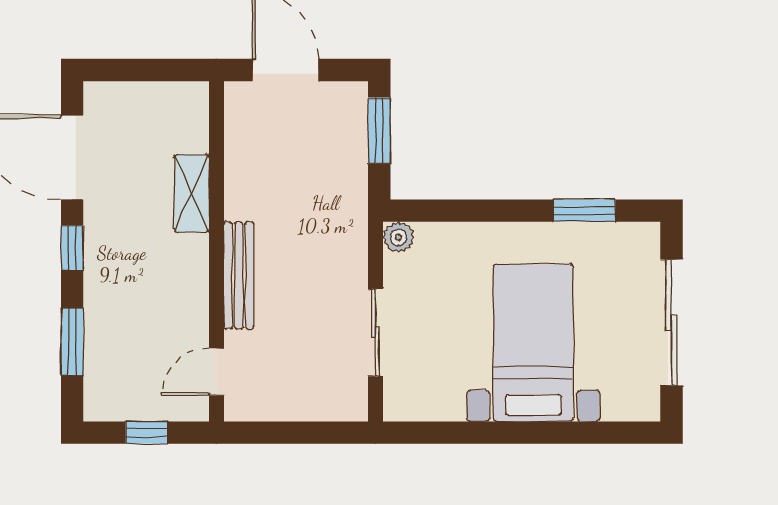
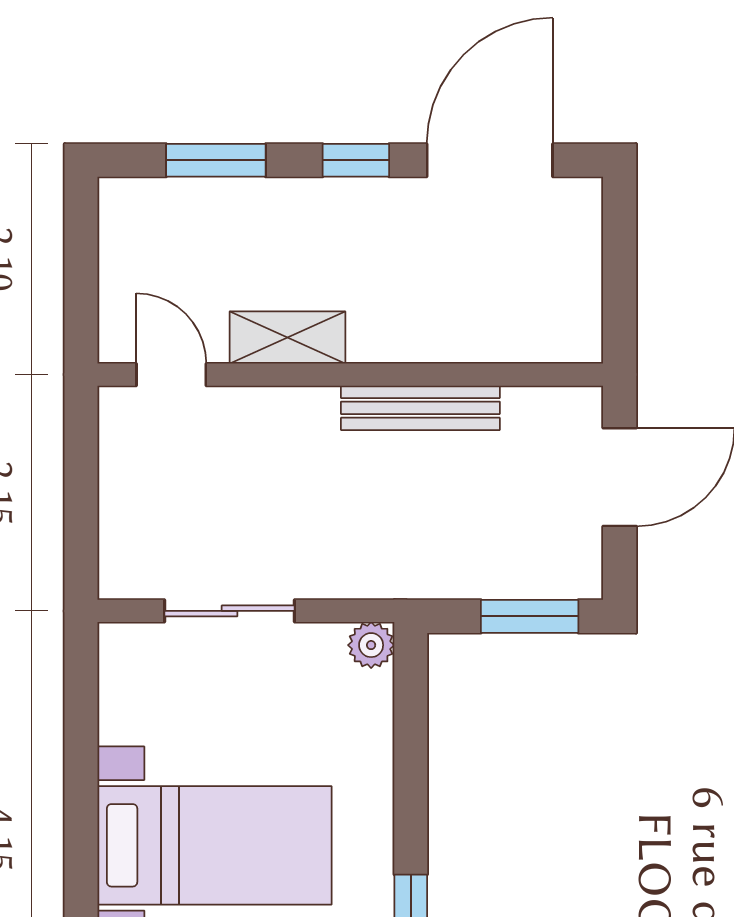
shelving: (191, 193) -> (287, 338), moved
bench: (239, 275) -> (420, 408), moved
window: (146, 433) -> (81, 271), removed

